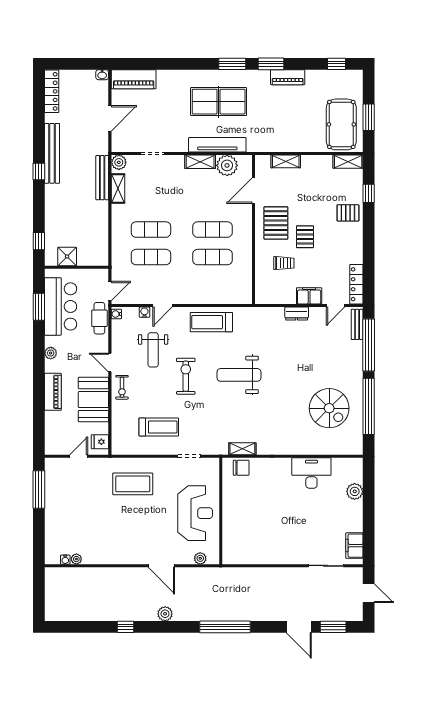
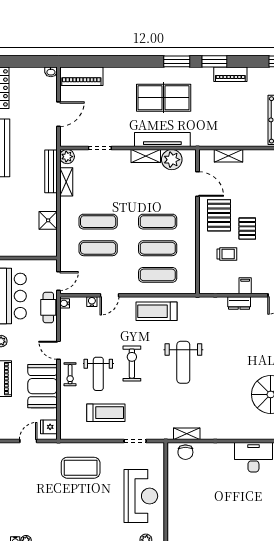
door: (253, 191) -> (197, 184), swing flipped
shower: (67, 256) -> (48, 220), moved
exercise mat: (212, 285) -> (158, 275), added
filing cabinet: (309, 296) -> (245, 286), width x0.50
weight bench: (153, 350) -> (98, 374), moved
weight bench: (239, 375) -> (183, 362), turned -90
chair: (241, 468) -> (185, 452), turned 90

